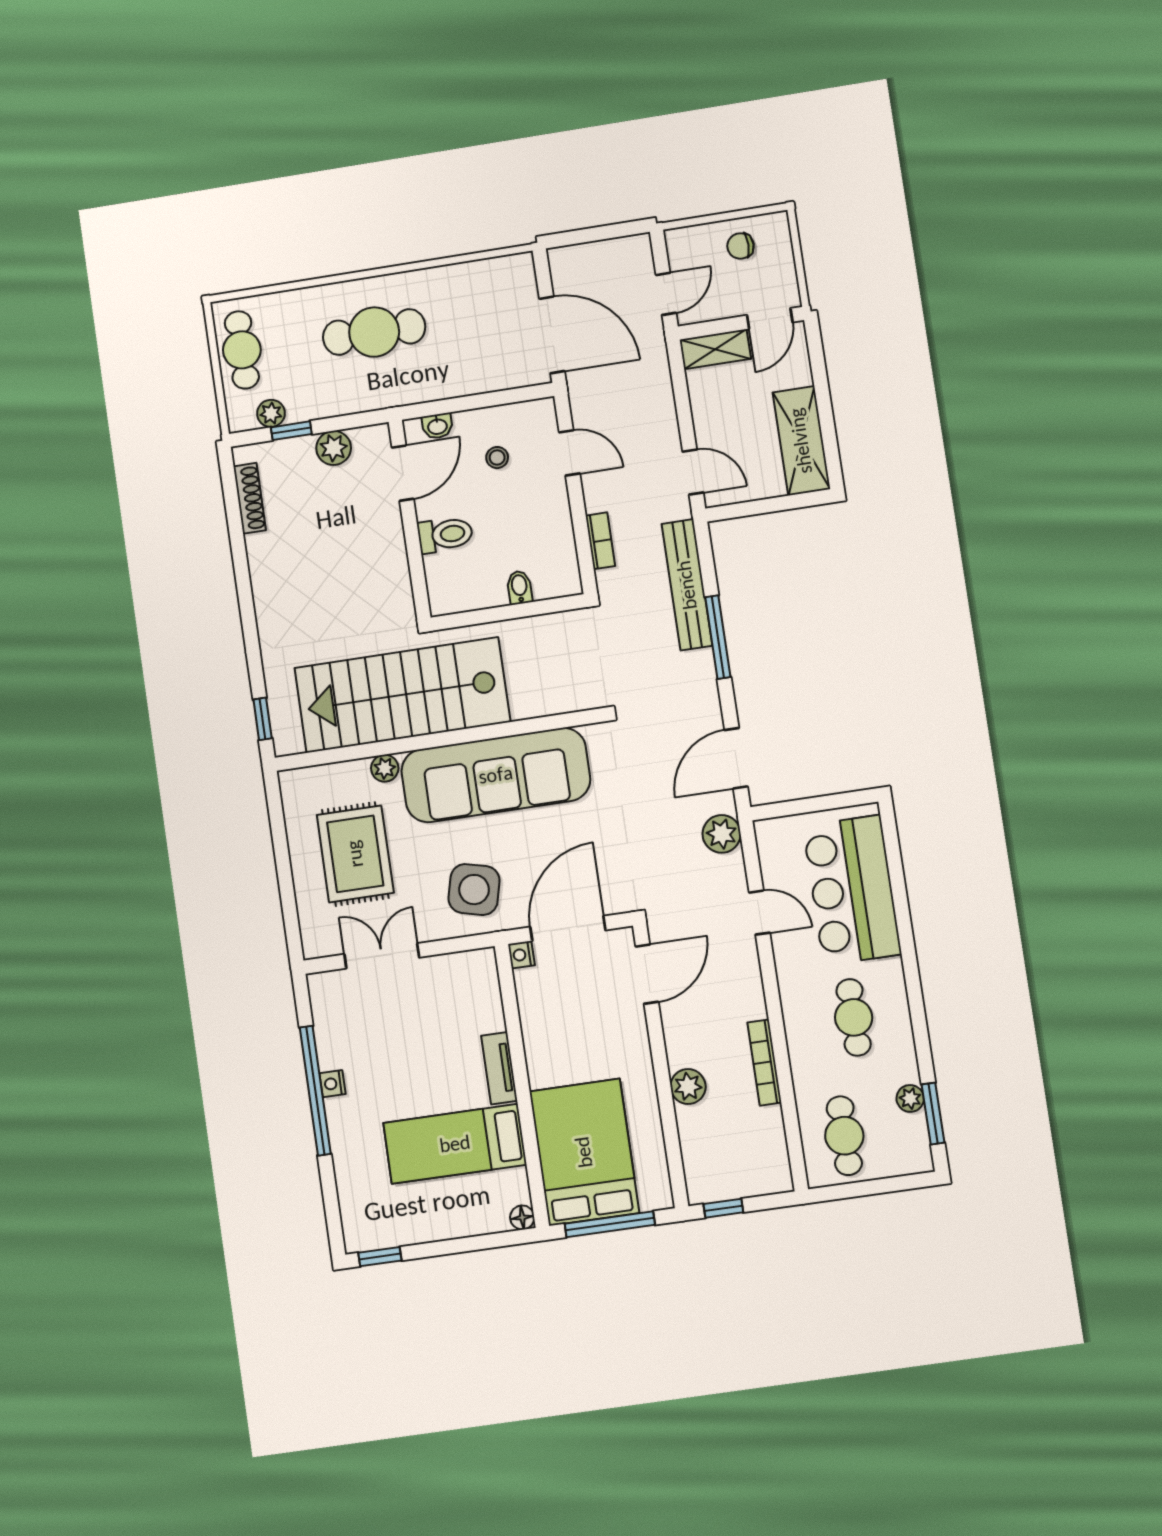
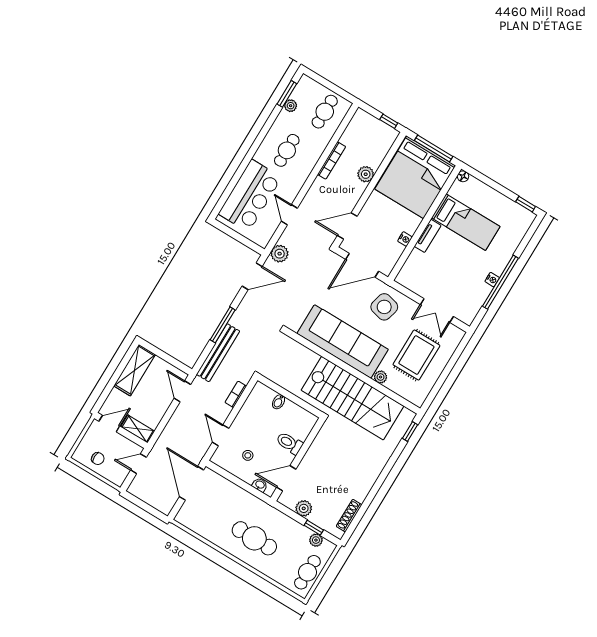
nightstand: (521, 955) -> (405, 239), moved
bed: (584, 1152) -> (415, 177), width x1.36

